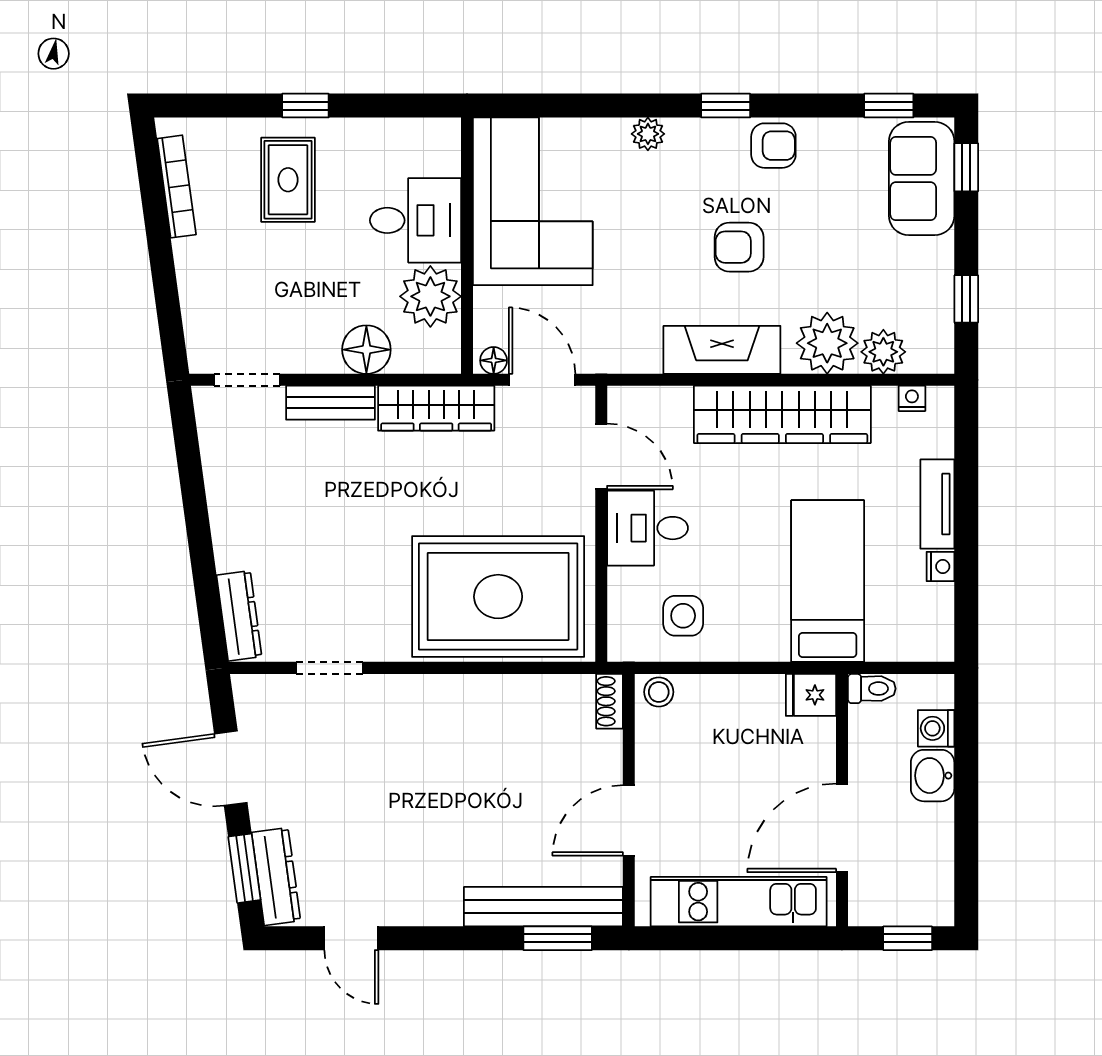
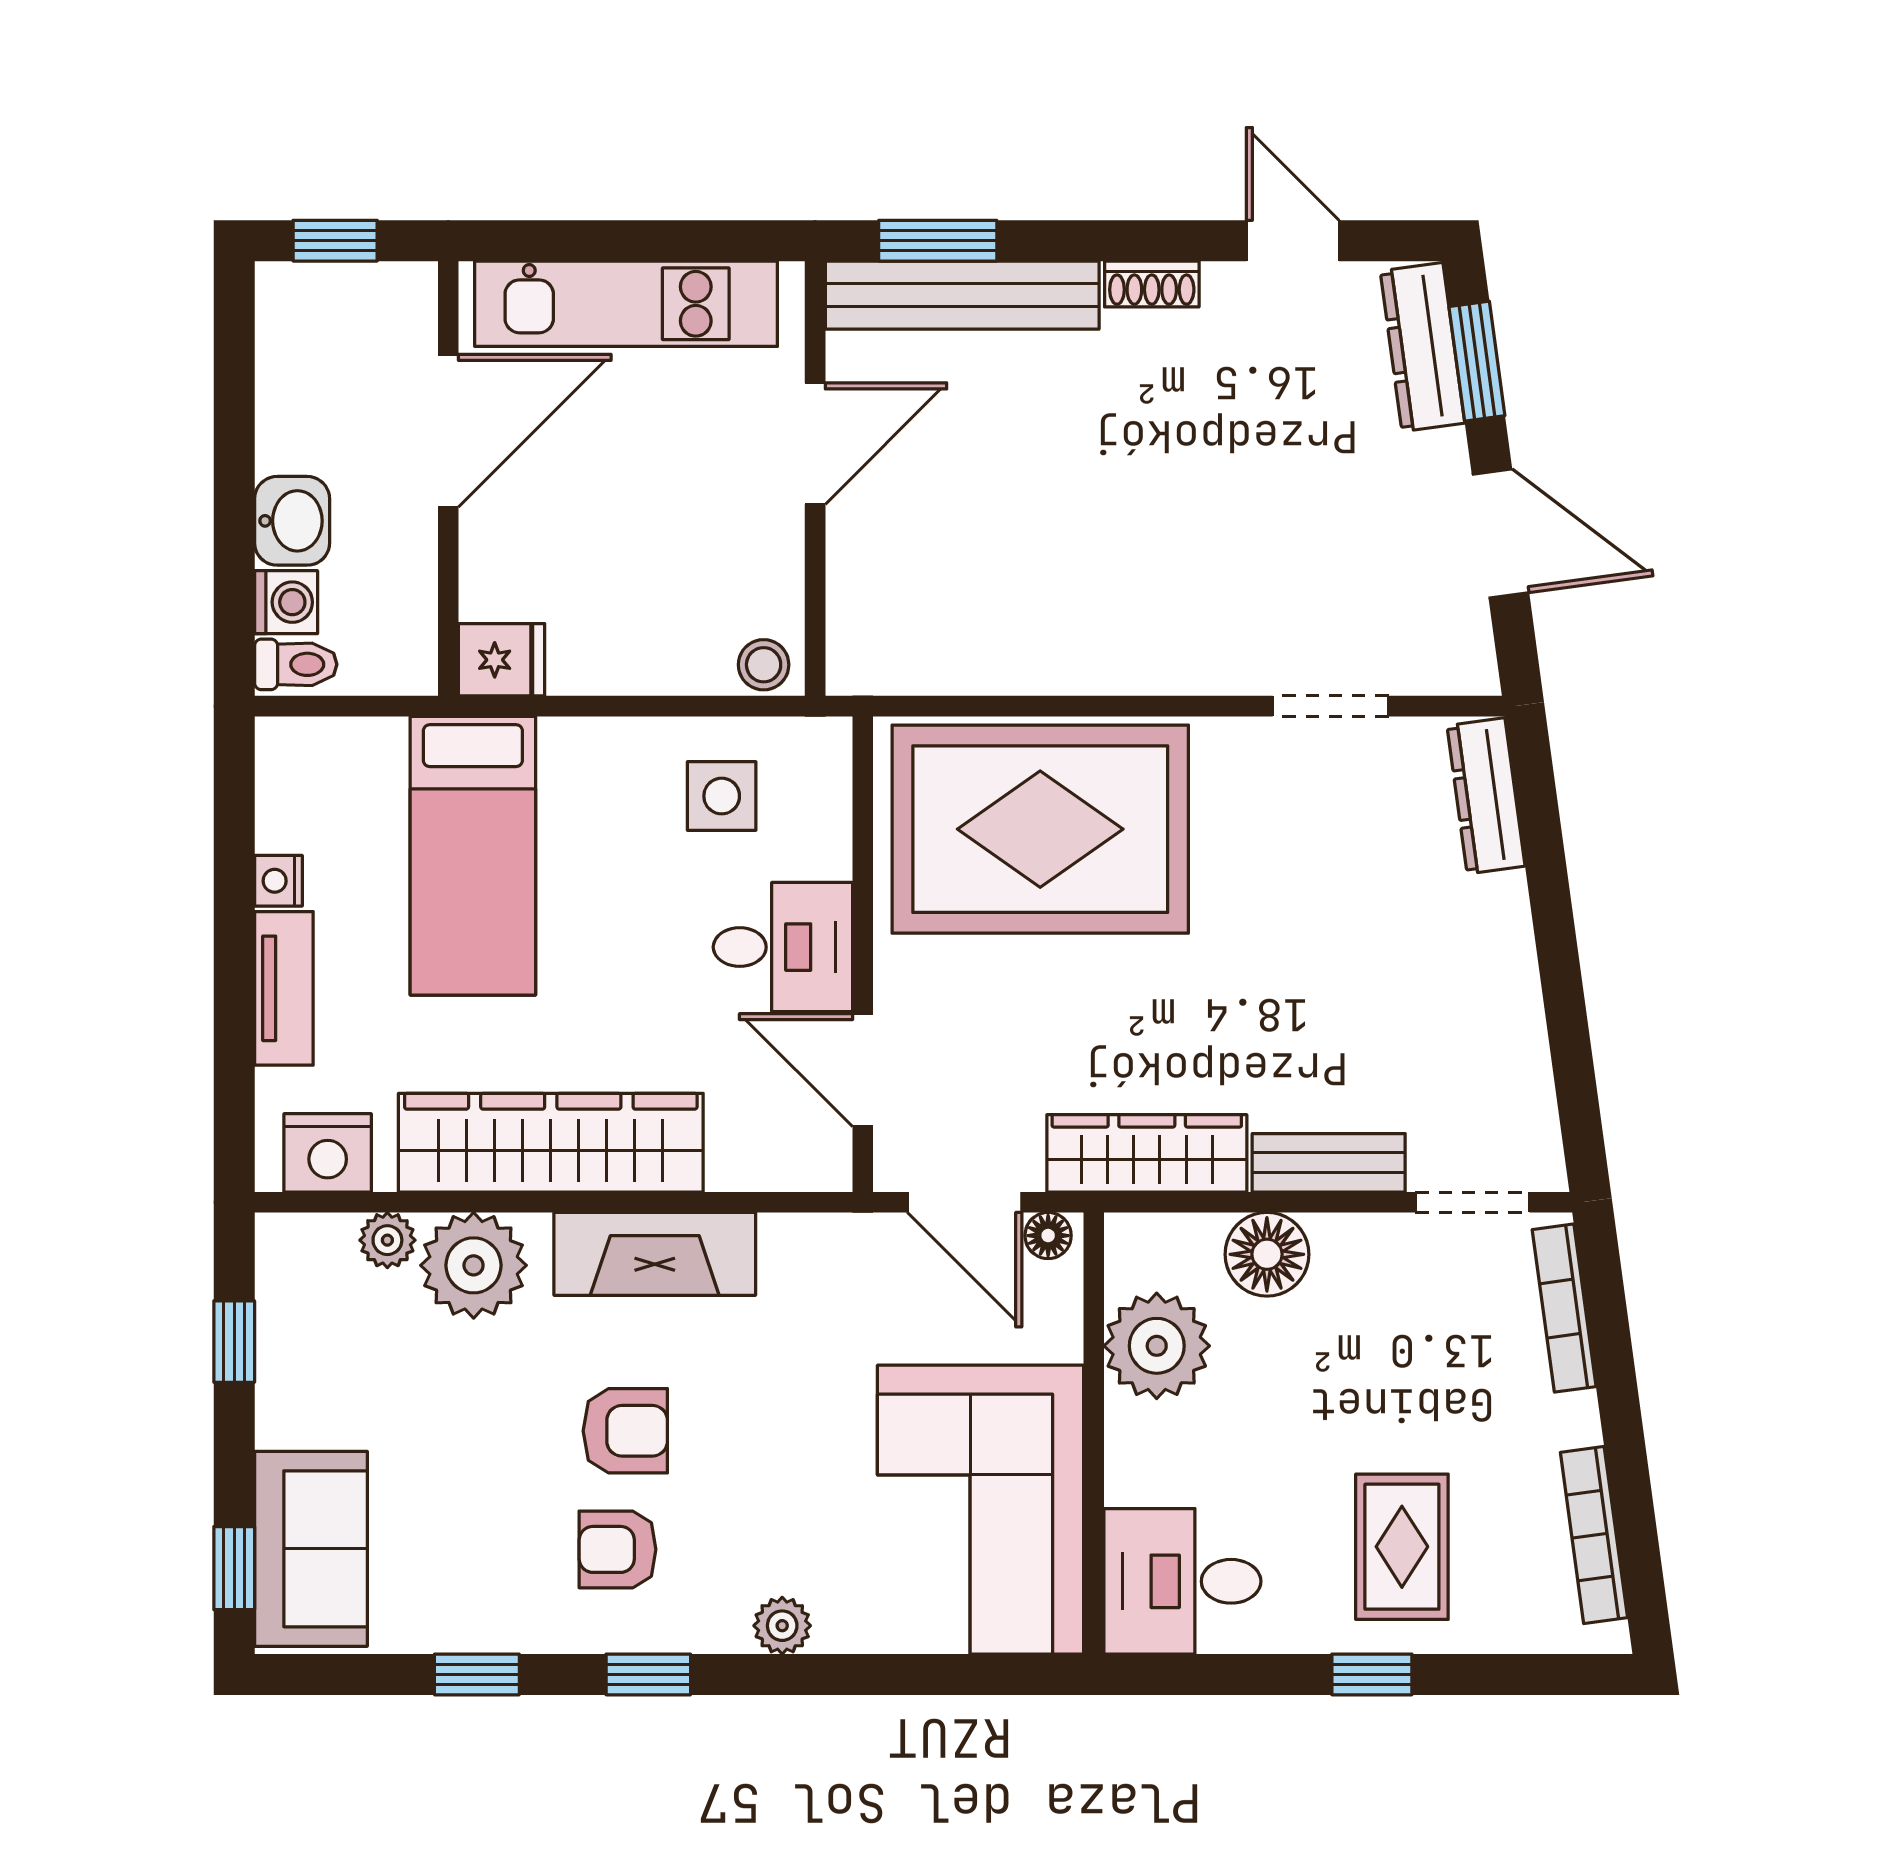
window: (889, 106) -> (477, 1674), moved
armchair: (773, 146) -> (617, 1549), moved
desk: (416, 220) -> (1182, 1581), moved
bookcase: (194, 318) -> (1564, 1308), added
plant: (883, 352) -> (387, 1240), width x0.73, depth x0.73
nightstand: (912, 398) -> (328, 1153), width x1.89, depth x1.79
toilet: (872, 689) -> (296, 664), moved, turned 180
shoe rack: (610, 701) -> (1152, 284), moved, turned 90

